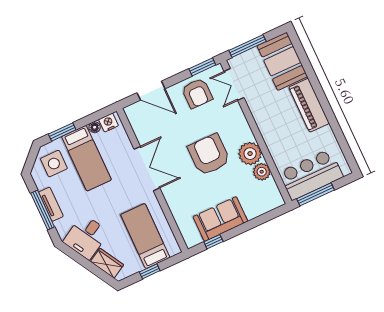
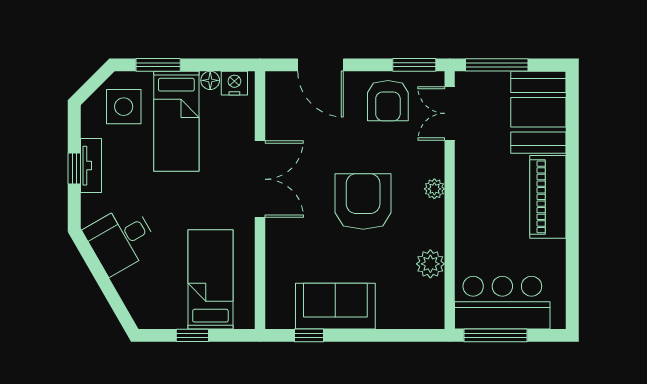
plant: (250, 154) -> (434, 189), moved, width x0.53, depth x0.53
window: (43, 210) -> (74, 169), width x0.46
wardrobe: (107, 263) -> (134, 293), removed

